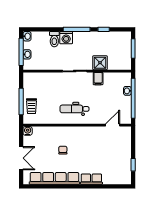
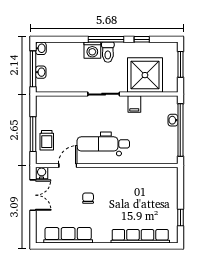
toilet: (54, 39) -> (108, 52), moved
shower: (100, 63) -> (145, 75), width x1.86, depth x1.86
dental chair: (74, 109) -> (103, 144), width x1.36, depth x1.38
door: (113, 125) -> (68, 165), moved
double door: (21, 158) -> (33, 195), moved
row of seats: (54, 178) -> (68, 235), width x0.73
row of seats: (91, 179) -> (140, 236), width x2.02

